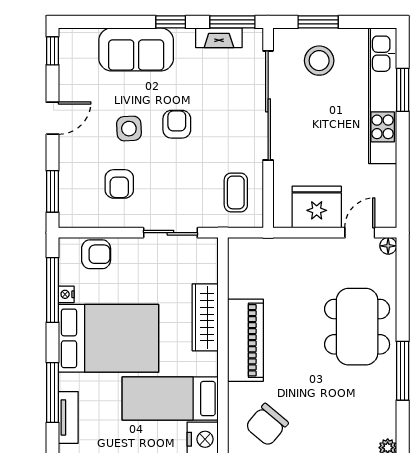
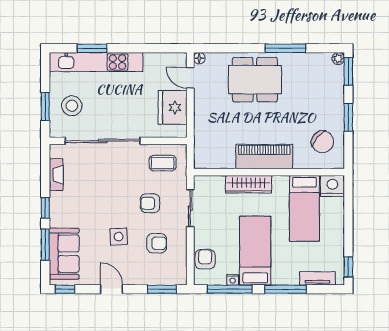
window: (232, 22) -> (45, 245), moved
sofa: (136, 49) -> (64, 254), moved
armchair: (177, 124) -> (150, 203), moved
bed: (109, 338) -> (255, 251), width x0.67
window: (53, 393) -> (285, 289), moved

